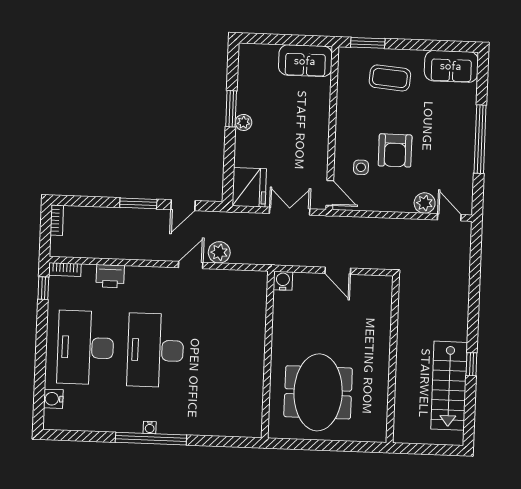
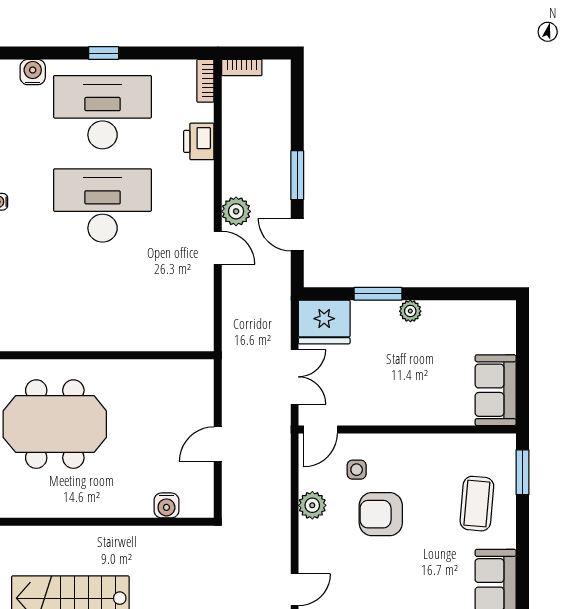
window: (231, 109) -> (378, 294), moved
plant: (425, 203) -> (312, 505), moved
bookcase: (57, 220) -> (242, 68), moved
plant: (219, 252) -> (236, 211), moved
water cooler: (283, 281) -> (166, 505), moved, turned 90
window: (43, 288) -> (104, 53), moved

